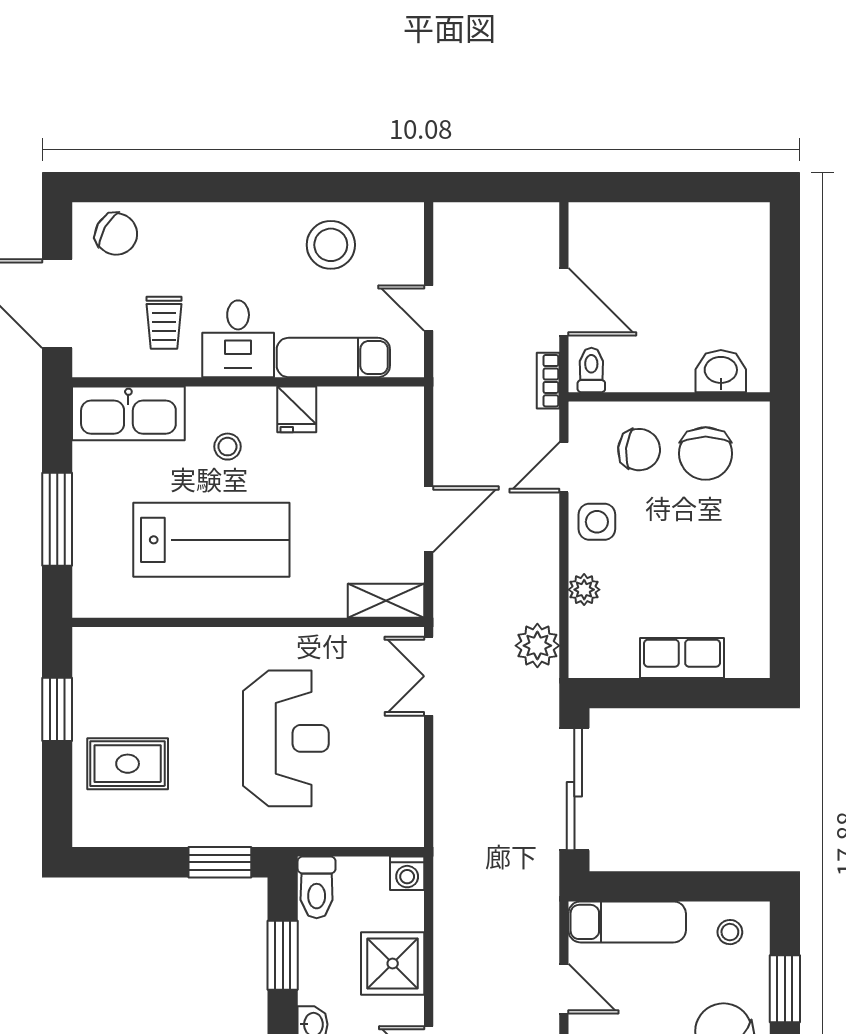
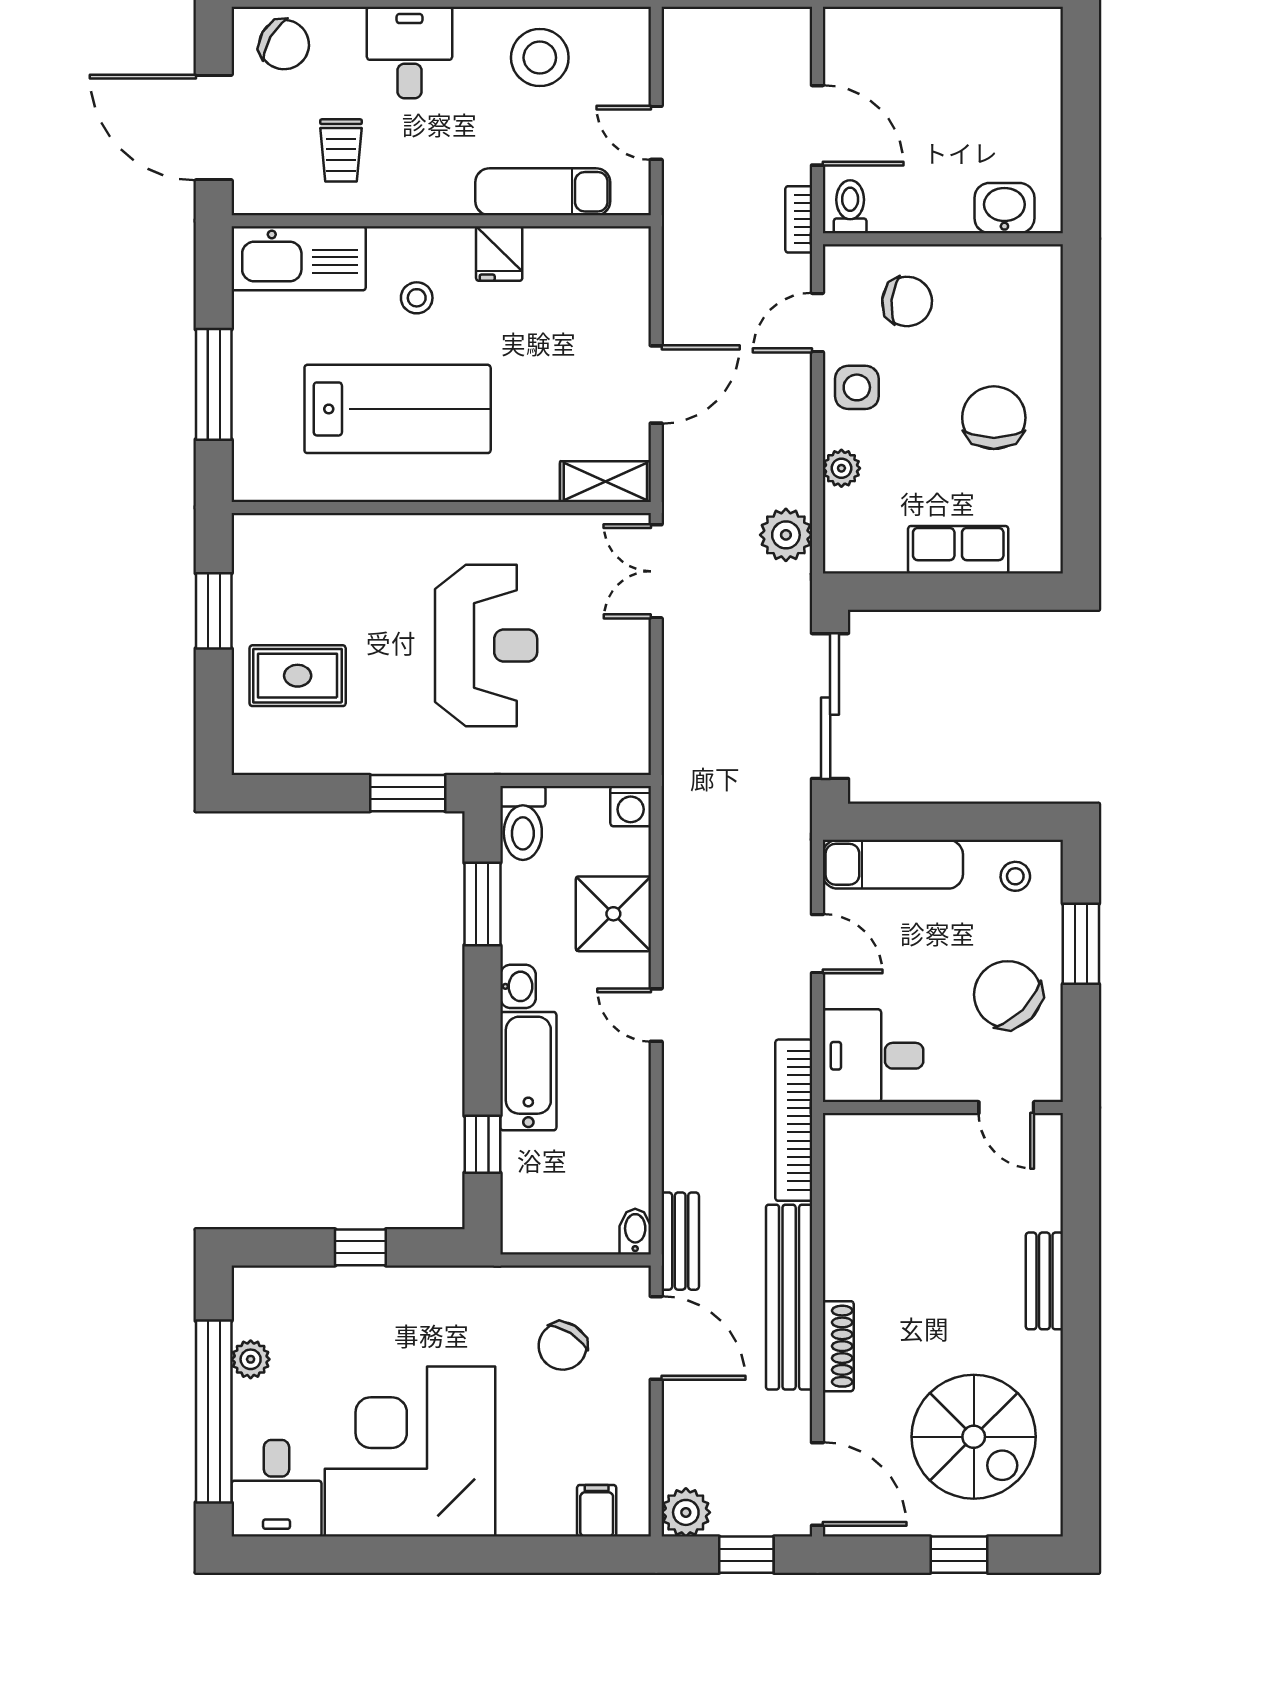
desk: (238, 339) -> (409, 53), moved, turned 180
chair: (706, 454) -> (994, 418), moved, turned 180

